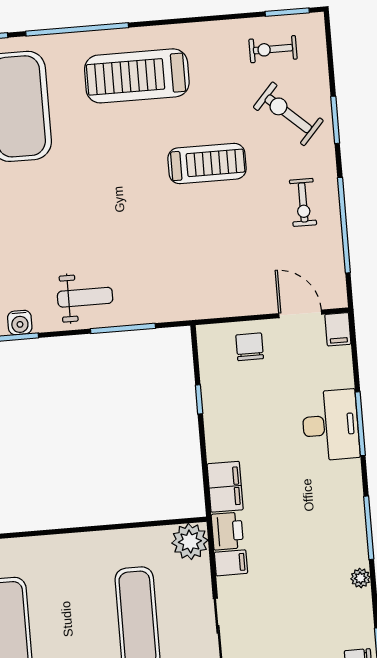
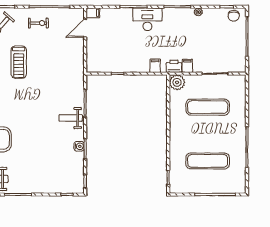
treadmill: (207, 164) -> (19, 62), turned 180
weight bench: (85, 297) -> (71, 118), turned -90
chair: (250, 347) -> (97, 51), removed
desk: (330, 425) -> (147, 19), moved
filing cabinet: (225, 487) -> (155, 66), width x0.50

